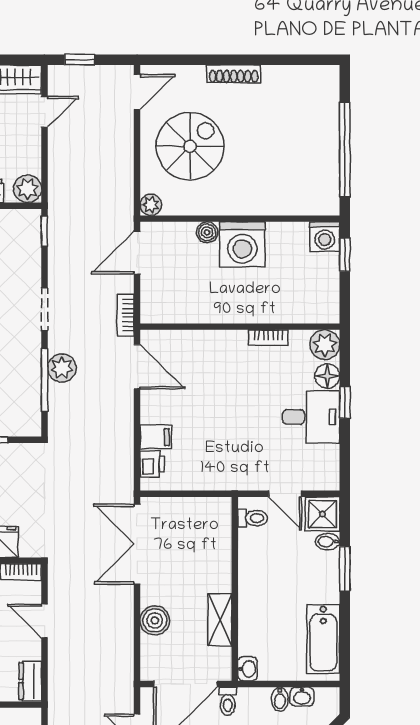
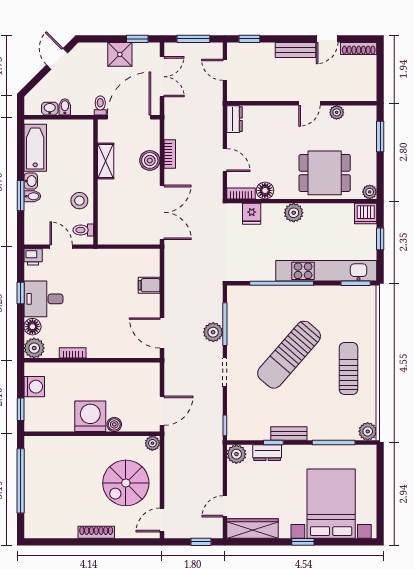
washing machine: (325, 237) -> (34, 387), moved, turned 90
bookcase: (126, 315) -> (170, 154), moved
window: (345, 402) -> (21, 293), moved
printer: (152, 464) -> (33, 257), moved, turned -90
shower: (322, 514) -> (36, 233), removed
bidet: (328, 542) -> (32, 196), moved
stool: (258, 561) -> (79, 201), added
washbasin: (248, 669) -> (31, 181), moved, turned 180

